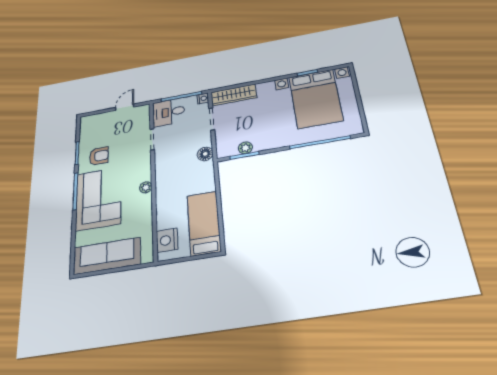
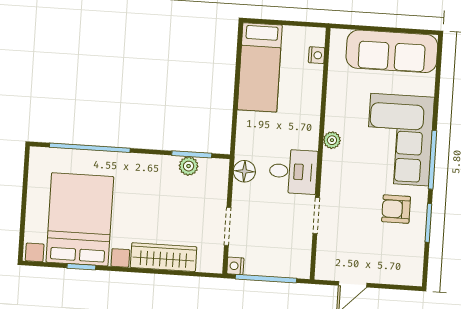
wardrobe: (234, 95) -> (164, 257), moved
desk: (169, 112) -> (293, 171), moved
nightstand: (167, 240) -> (317, 55), width x0.53, depth x0.56

